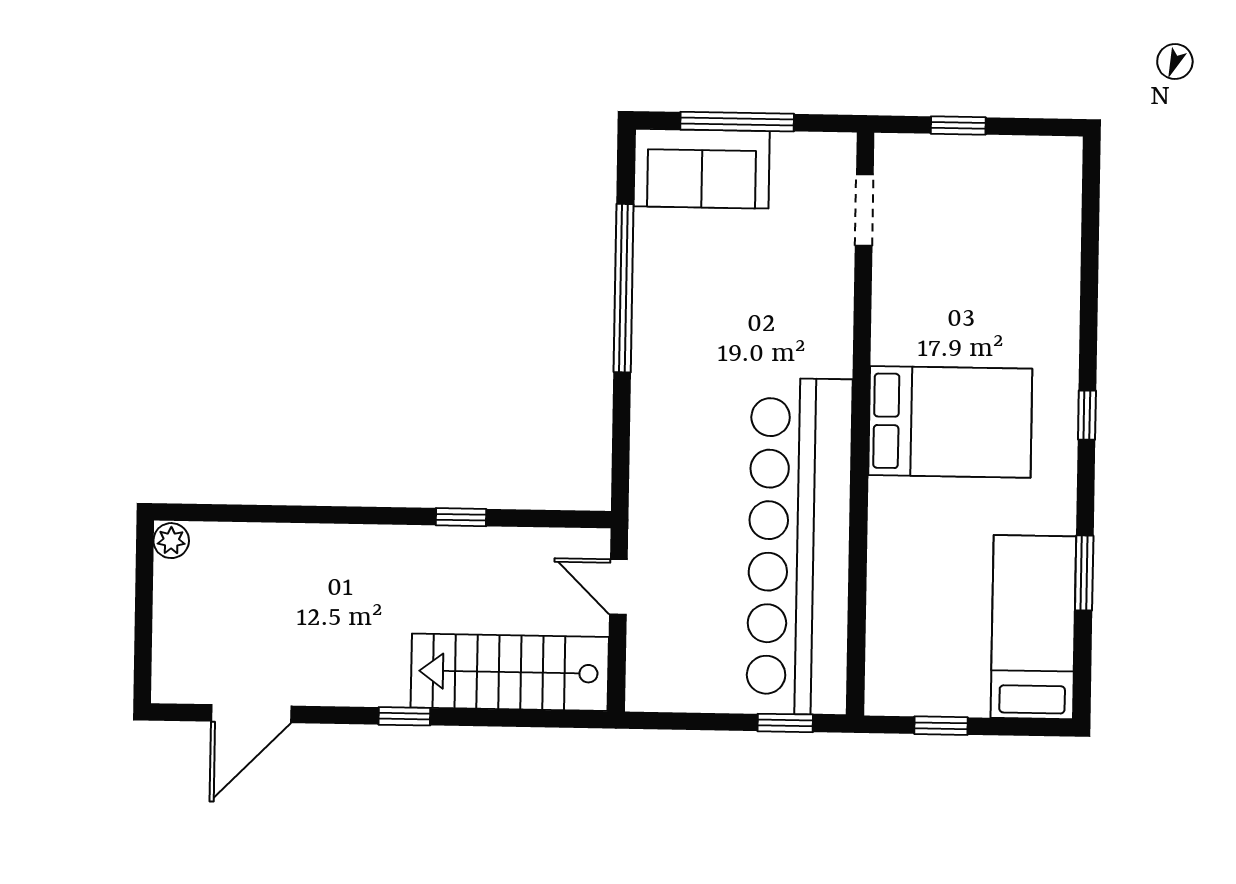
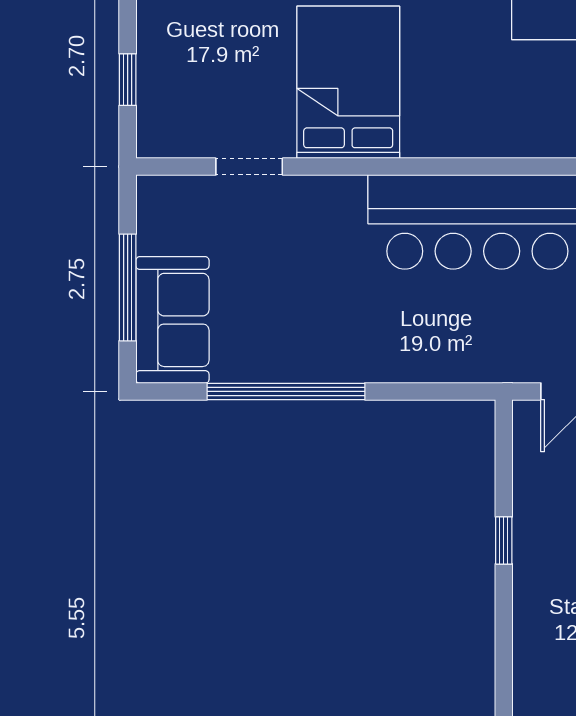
doorway: (864, 210) -> (249, 167), moved
bed: (950, 422) -> (348, 82), moved

